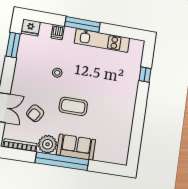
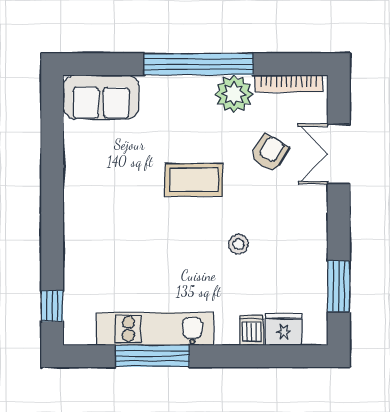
window: (82, 24) -> (152, 356), moved
fridge: (31, 27) -> (284, 330), moved
window: (145, 75) -> (52, 306), moved
sofa: (76, 147) -> (101, 97), moved

